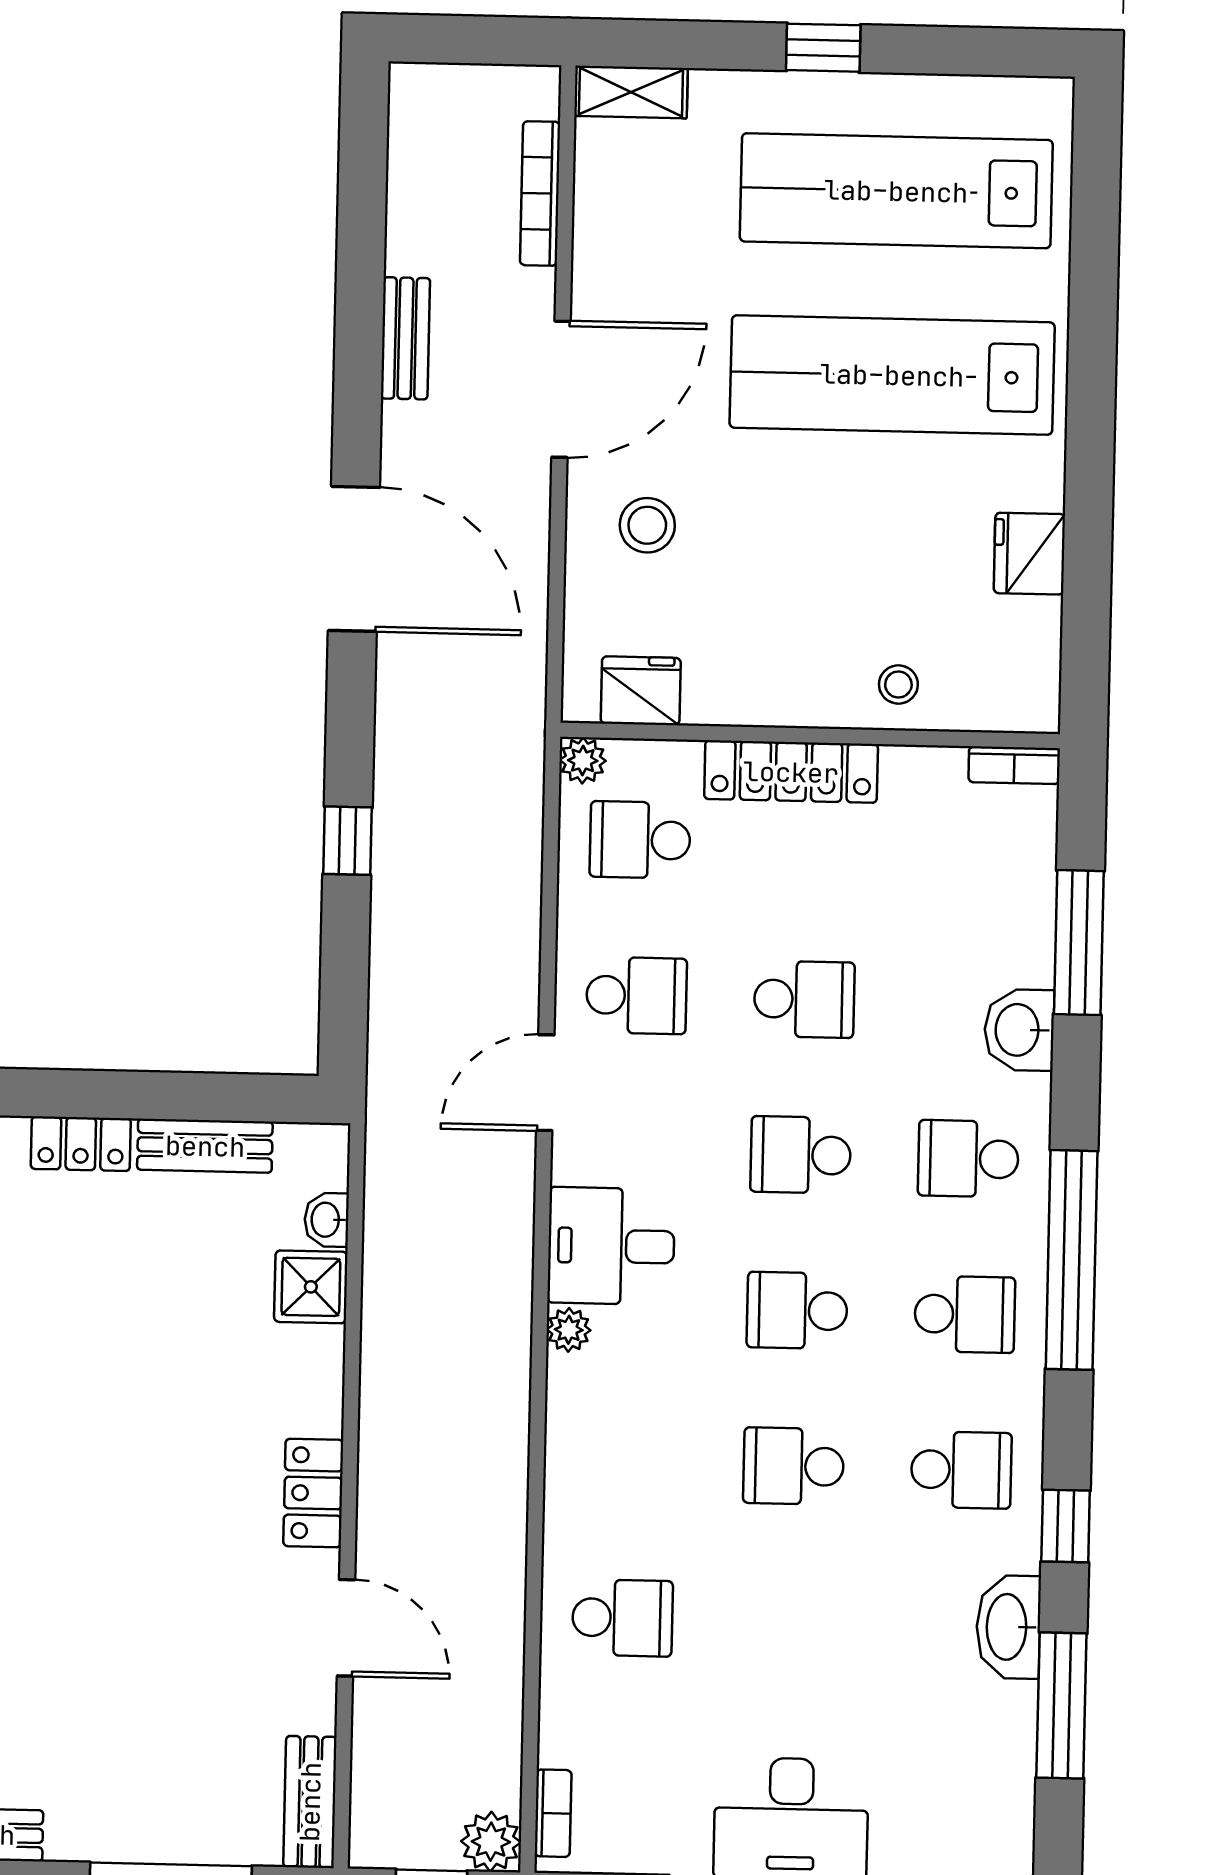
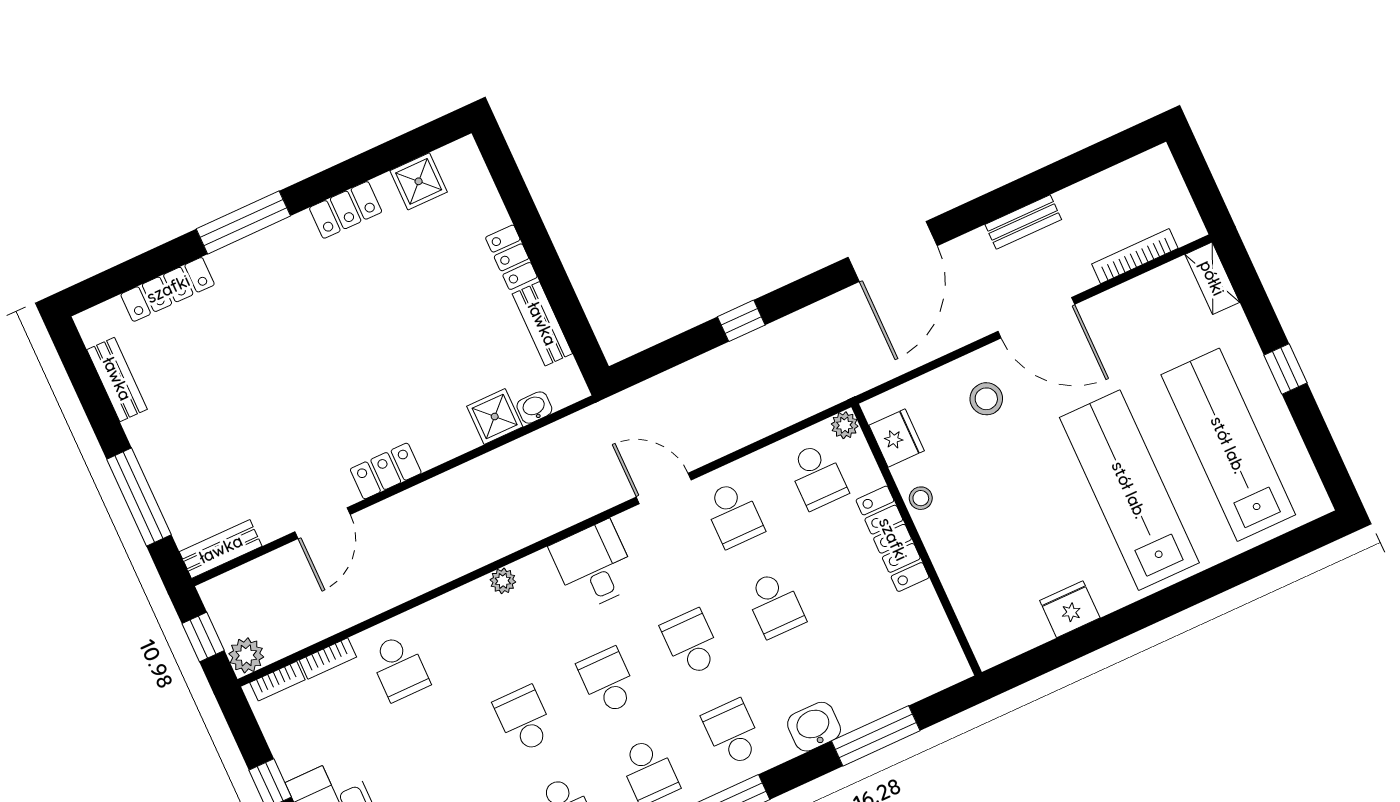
stool: (898, 685) -> (921, 498), moved
bookcase: (1014, 765) -> (328, 659), moved, turned -90
school desk: (640, 840) -> (817, 476), turned 180
plant: (569, 1330) -> (503, 581), moved

